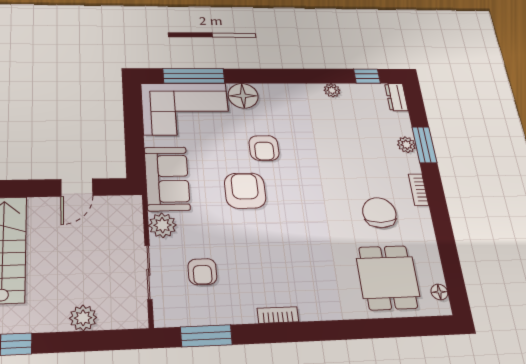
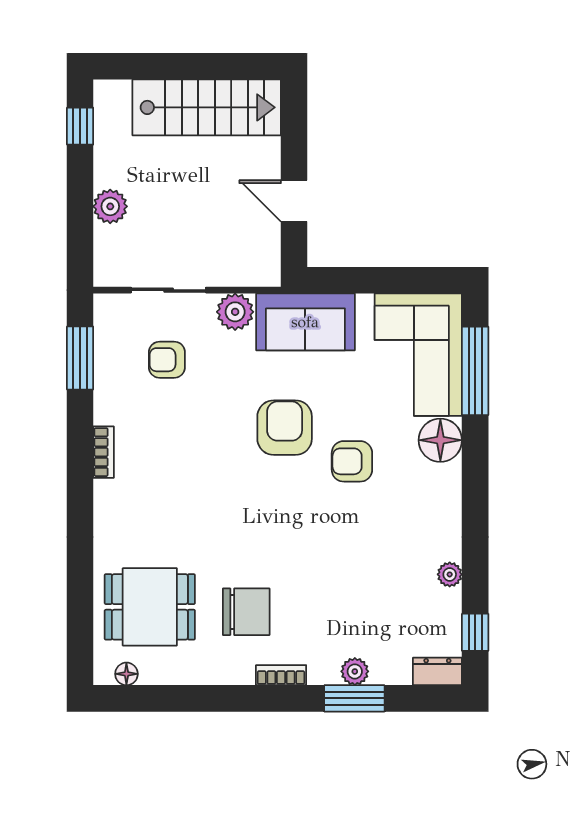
armchair: (245, 191) -> (285, 428), turned -90

